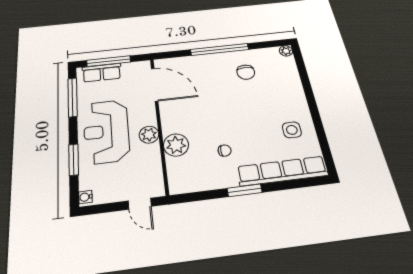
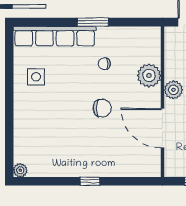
window: (220, 49) -> (90, 181), width x0.32
chair: (246, 72) -> (102, 108), moved, turned 90
door: (155, 85) -> (163, 128), moved

